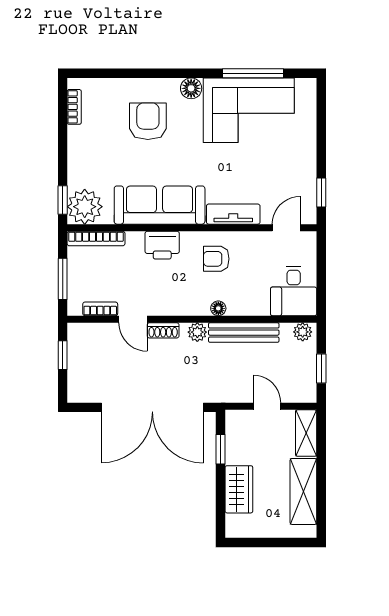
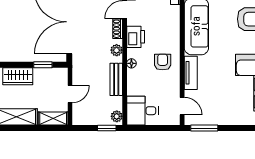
window: (321, 192) -> (204, 128), width x1.50
printer: (162, 245) -> (136, 37), moved, turned 180
bench: (244, 333) -> (116, 79), width x0.73
window: (321, 369) -> (107, 128), moved

